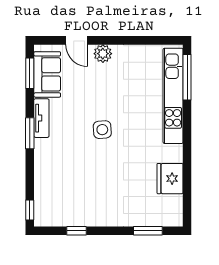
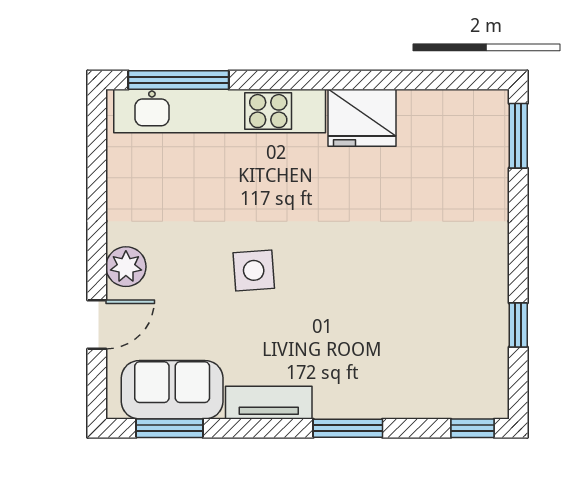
side table: (102, 130) -> (254, 270), moved
window: (30, 133) -> (348, 428), moved
fridge: (170, 179) -> (362, 118), moved
window: (148, 231) -> (518, 136), moved

